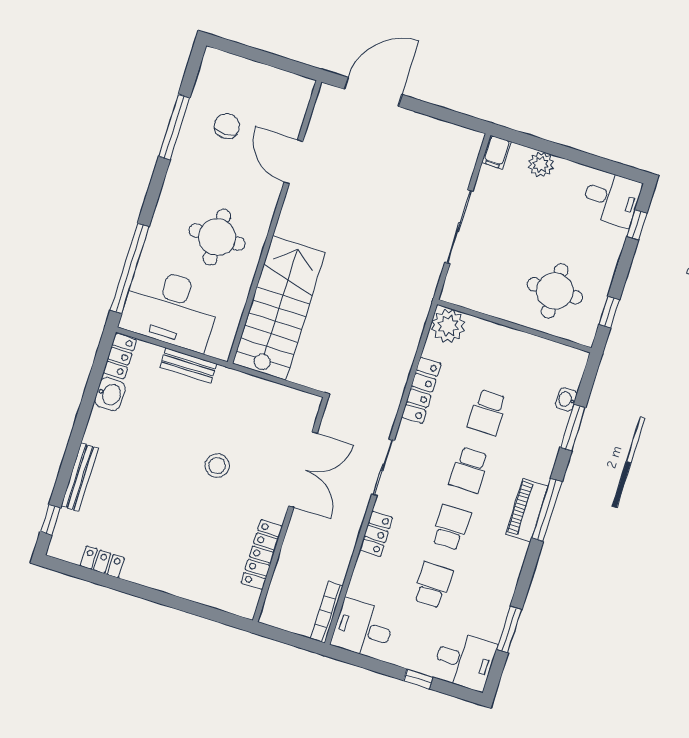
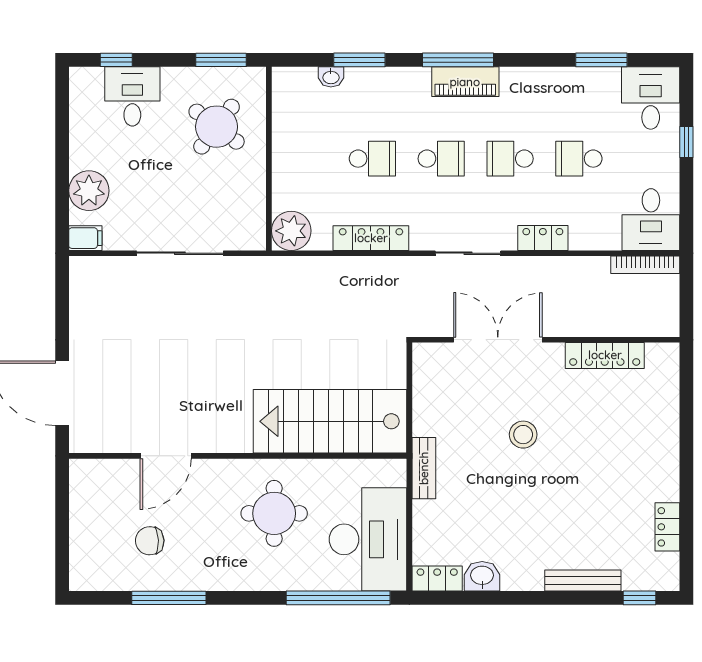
plant: (541, 164) -> (89, 191), width x1.36, depth x1.36
desk: (612, 199) -> (132, 96), moved
round table: (555, 291) -> (217, 127), turned 37
window: (609, 312) -> (221, 60), width x1.50
bench: (188, 365) -> (424, 468), moved

